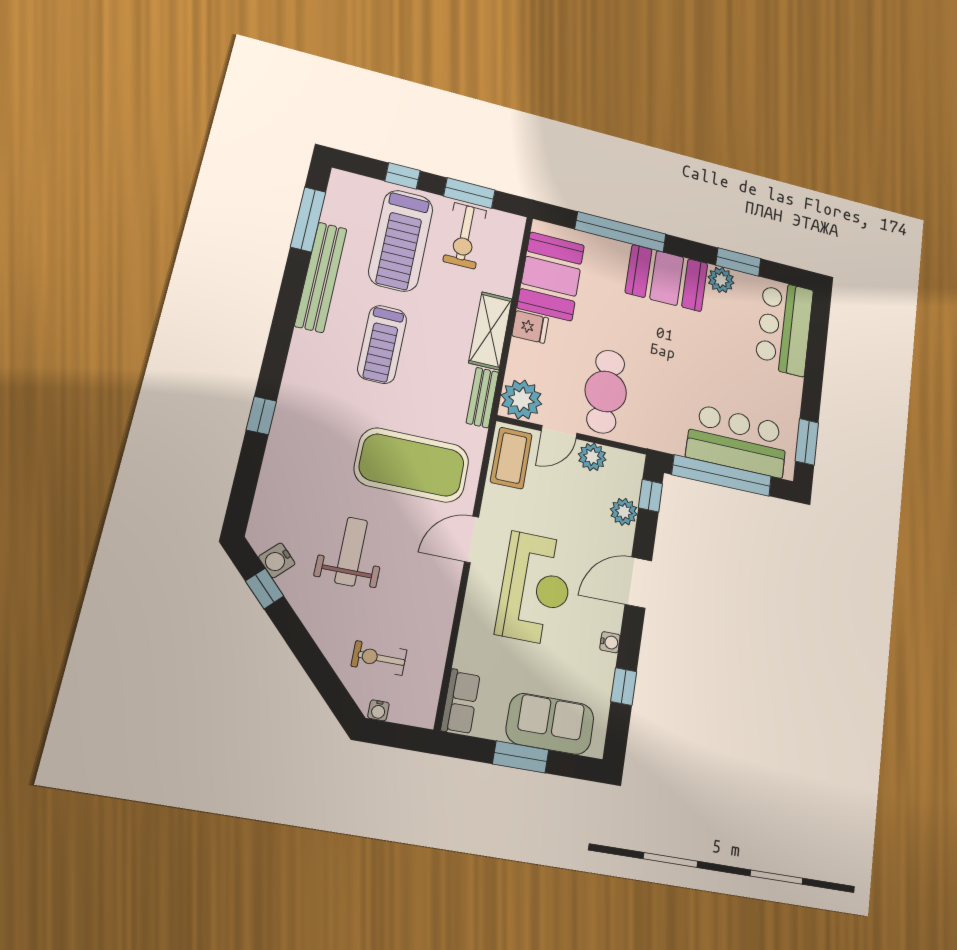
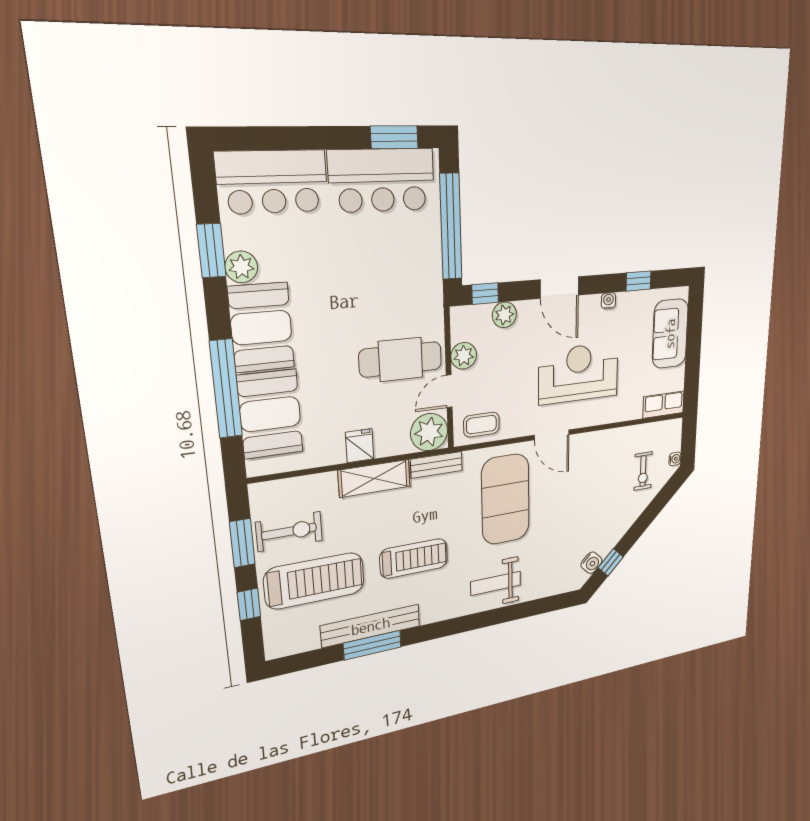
window: (308, 219) -> (372, 645), moved
booth: (551, 276) -> (270, 414), moved, turned 90
window: (261, 415) -> (494, 617), removed
door: (559, 432) -> (449, 391), swing flipped
bar counter: (737, 441) -> (382, 180), moved, turned -90
coffee table: (511, 458) -> (481, 425), width x0.73, depth x0.77
weight bench: (351, 551) -> (496, 583), moved
window: (521, 757) -> (693, 350), removed

